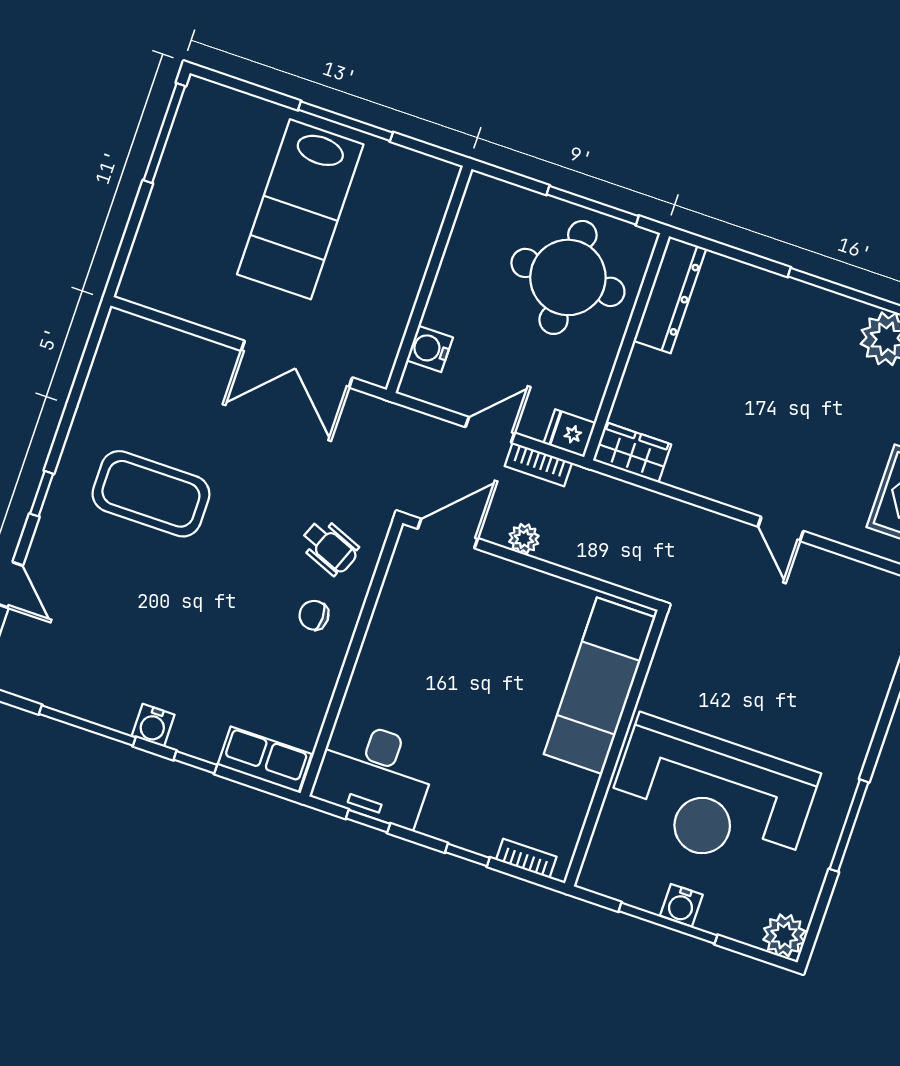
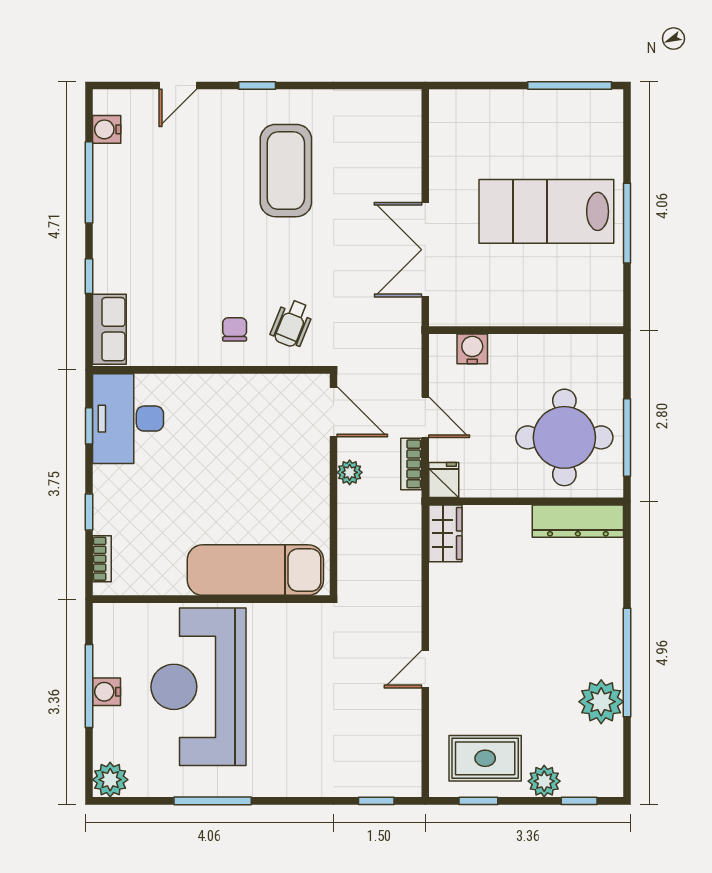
water cooler: (153, 725) -> (107, 129), moved

